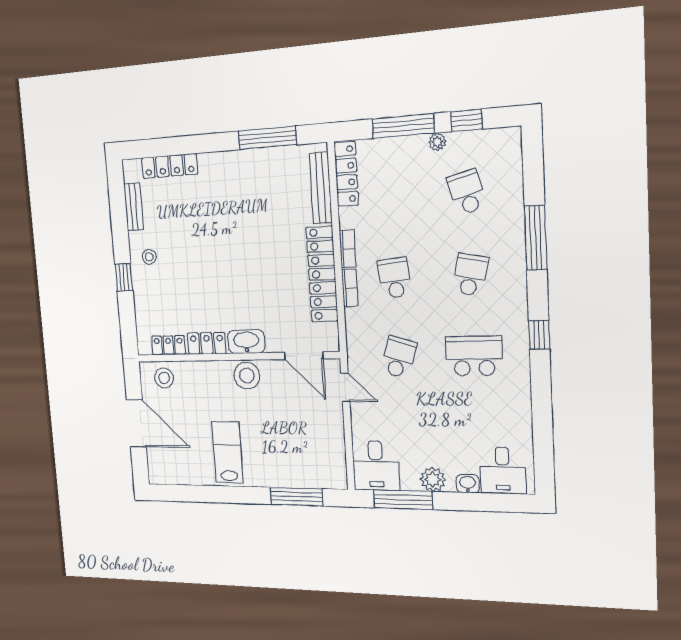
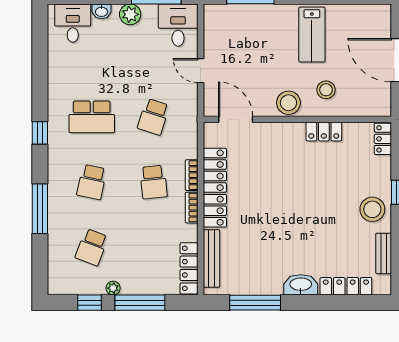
school desk: (467, 192) -> (92, 247), turned 36
stool: (149, 257) -> (372, 209), width x1.89, depth x1.89
washbasin: (246, 342) -> (301, 285), moved, turned 180
locker: (168, 345) -> (383, 139), moved, turned 90
stool: (164, 378) -> (326, 90), moved
door: (345, 387) -> (201, 71), moved

